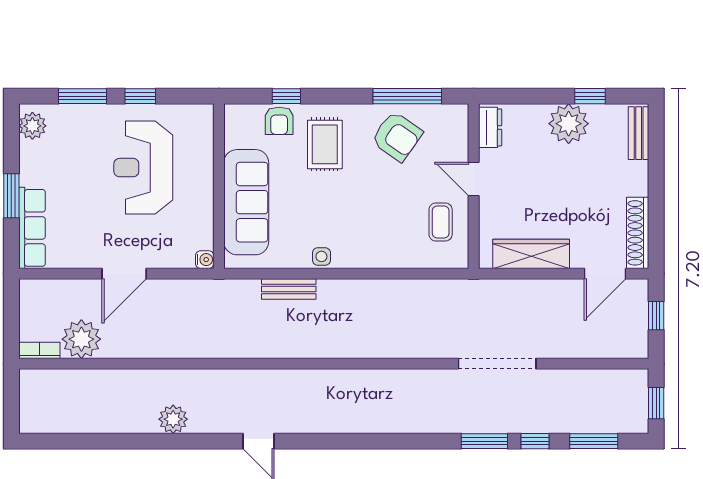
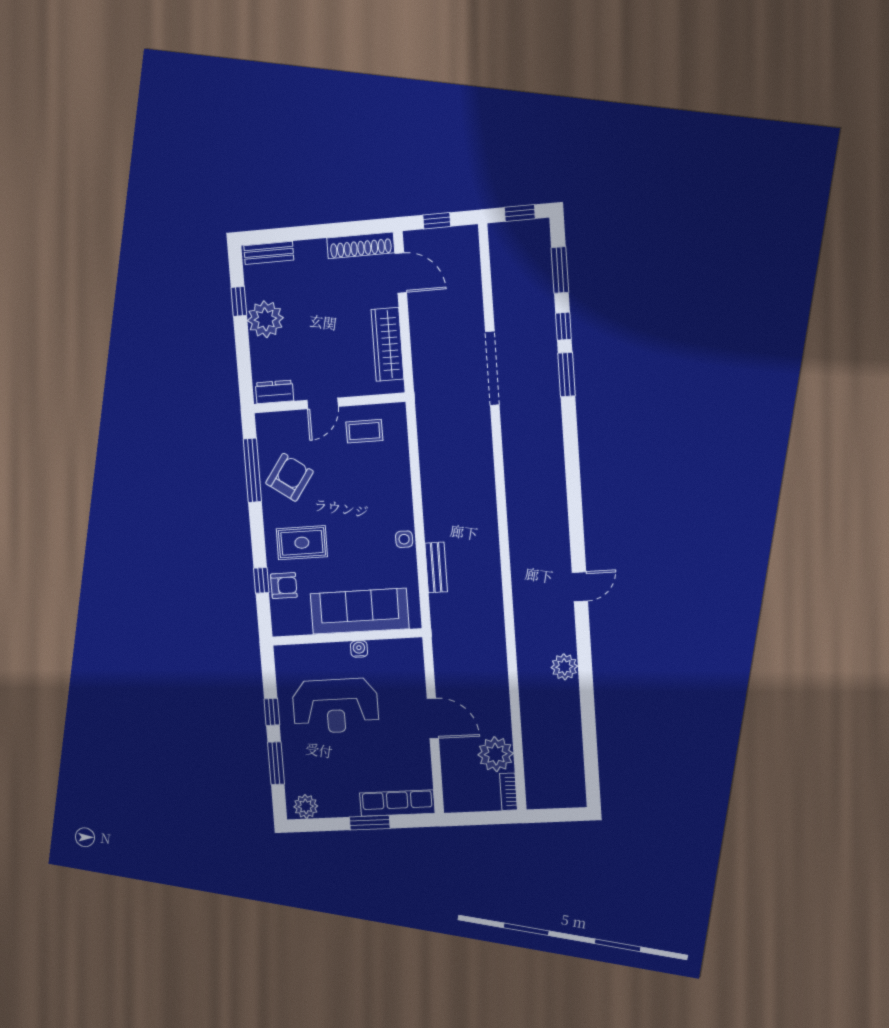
water cooler: (205, 260) -> (359, 649), moved

